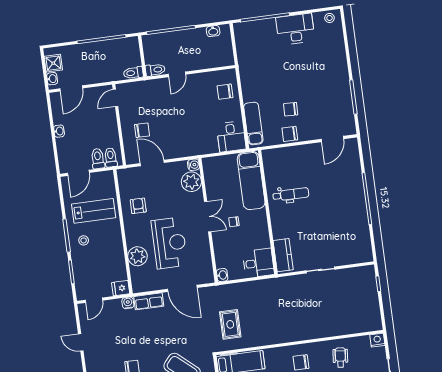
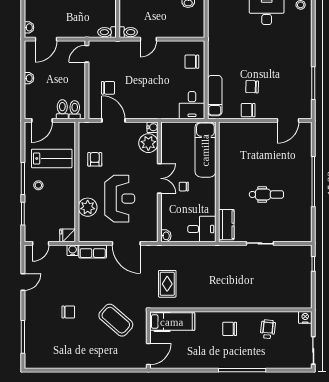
shower: (53, 63) -> (32, 13), removed
dental chair: (291, 194) -> (266, 194), moved
door: (81, 342) -> (23, 282), swing flipped

